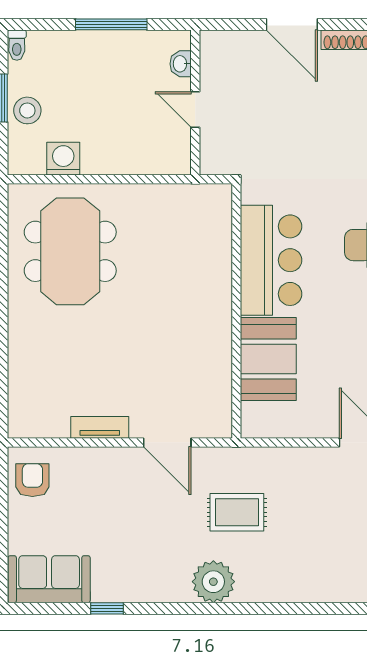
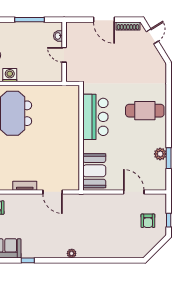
booth: (268, 359) -> (94, 171), moved
rug: (237, 512) -> (81, 221), removed
plant: (213, 582) -> (72, 253), width x0.53, depth x0.53

